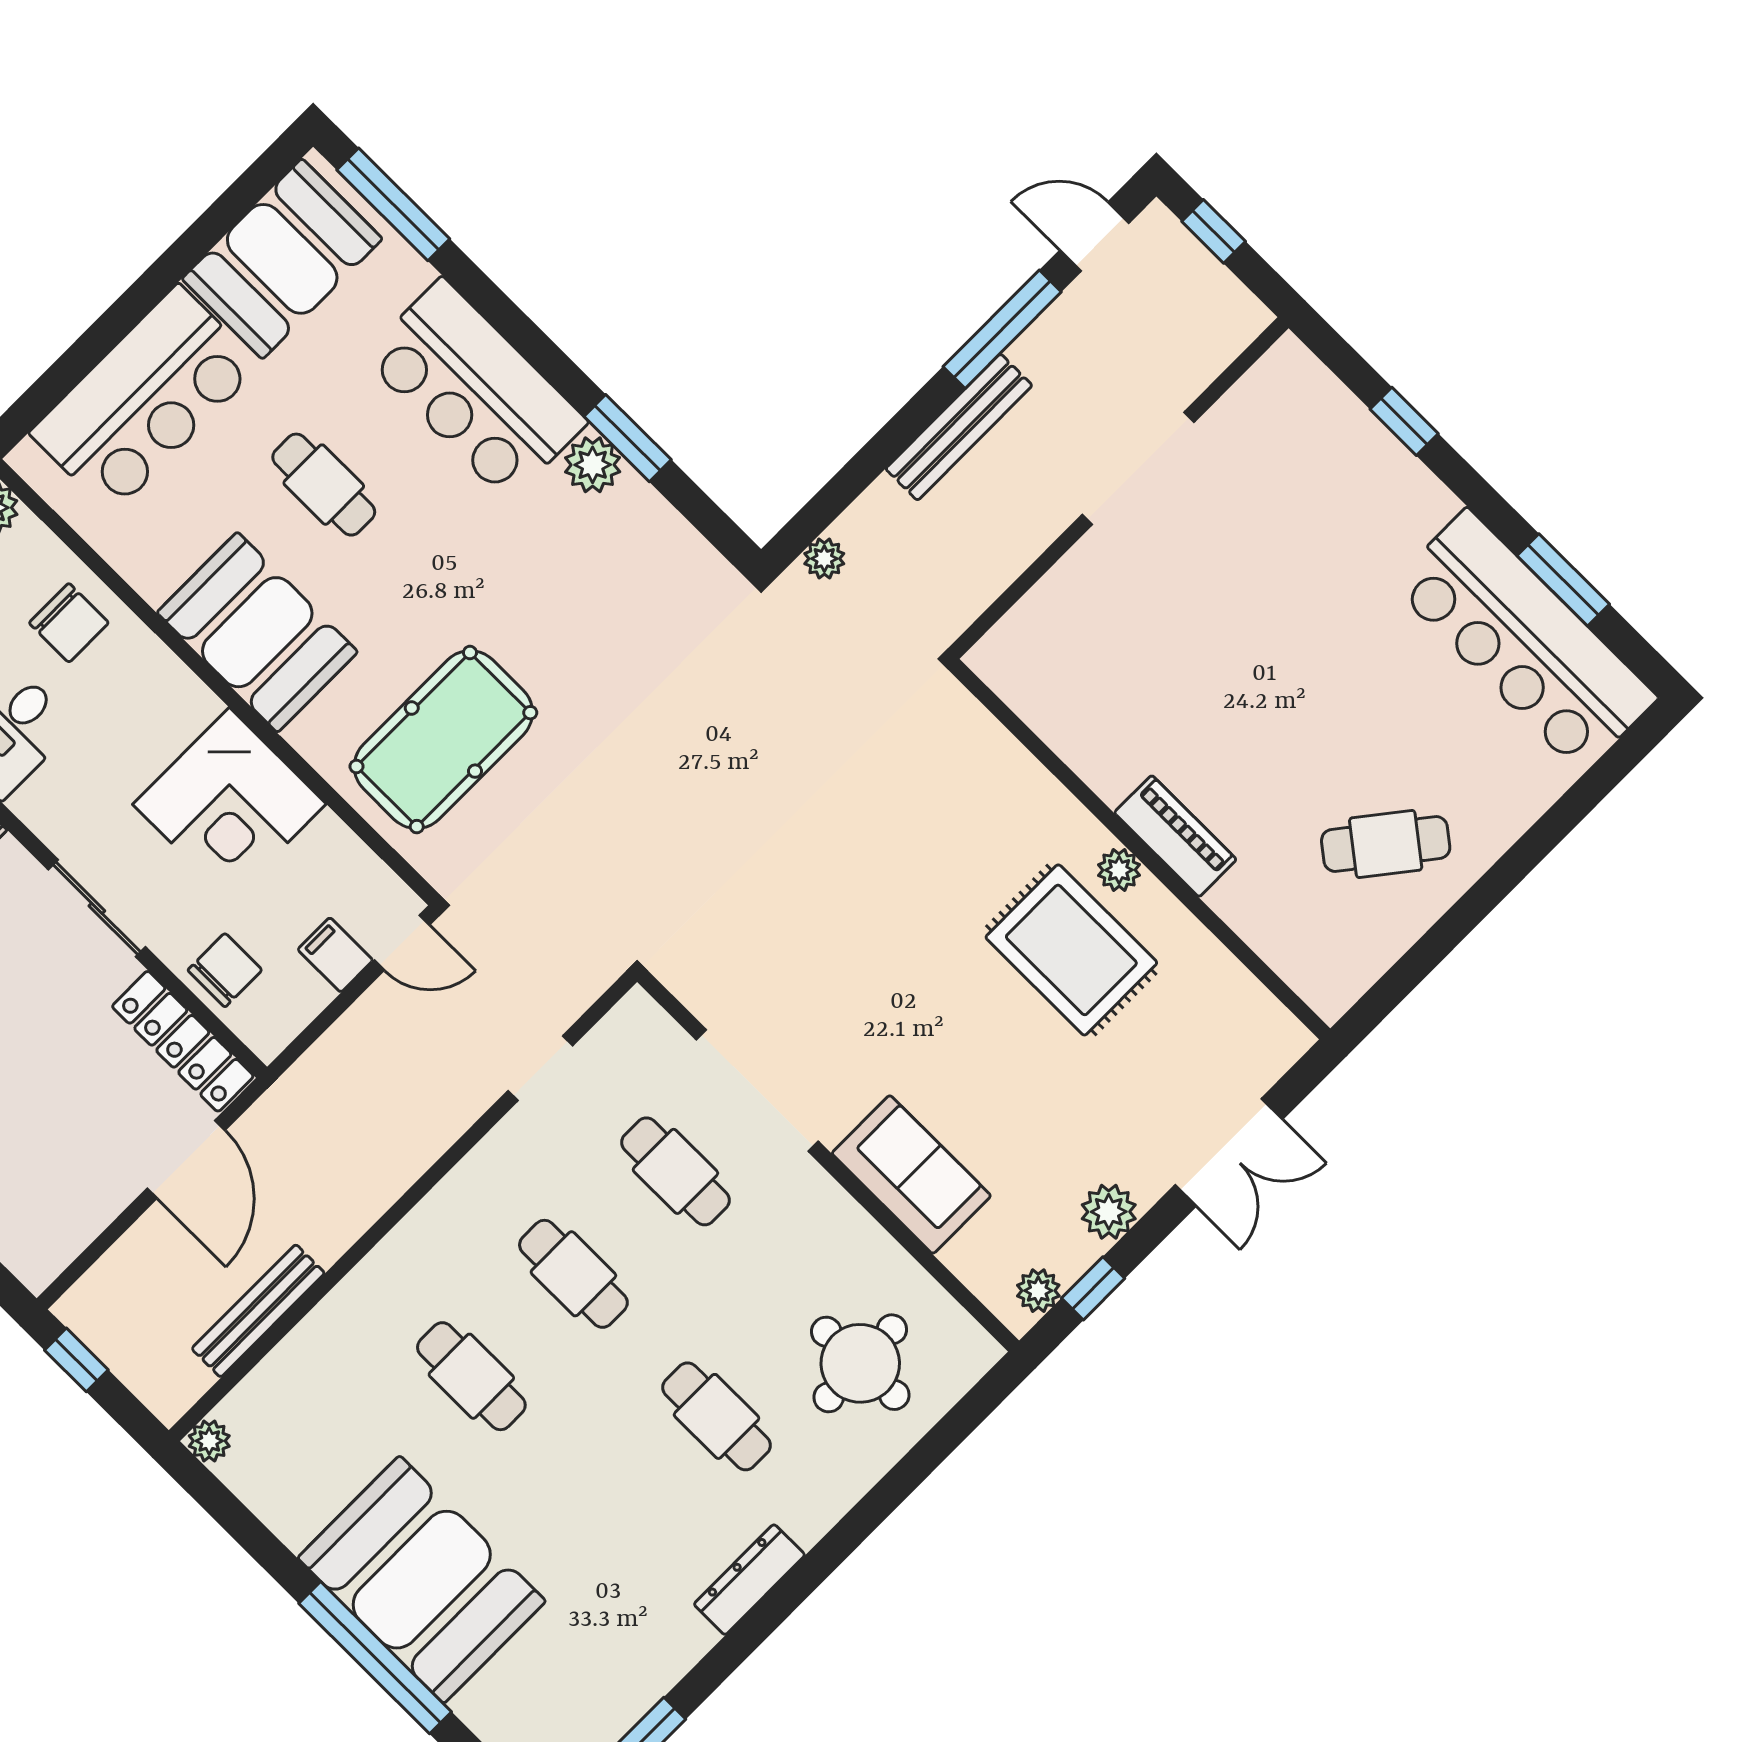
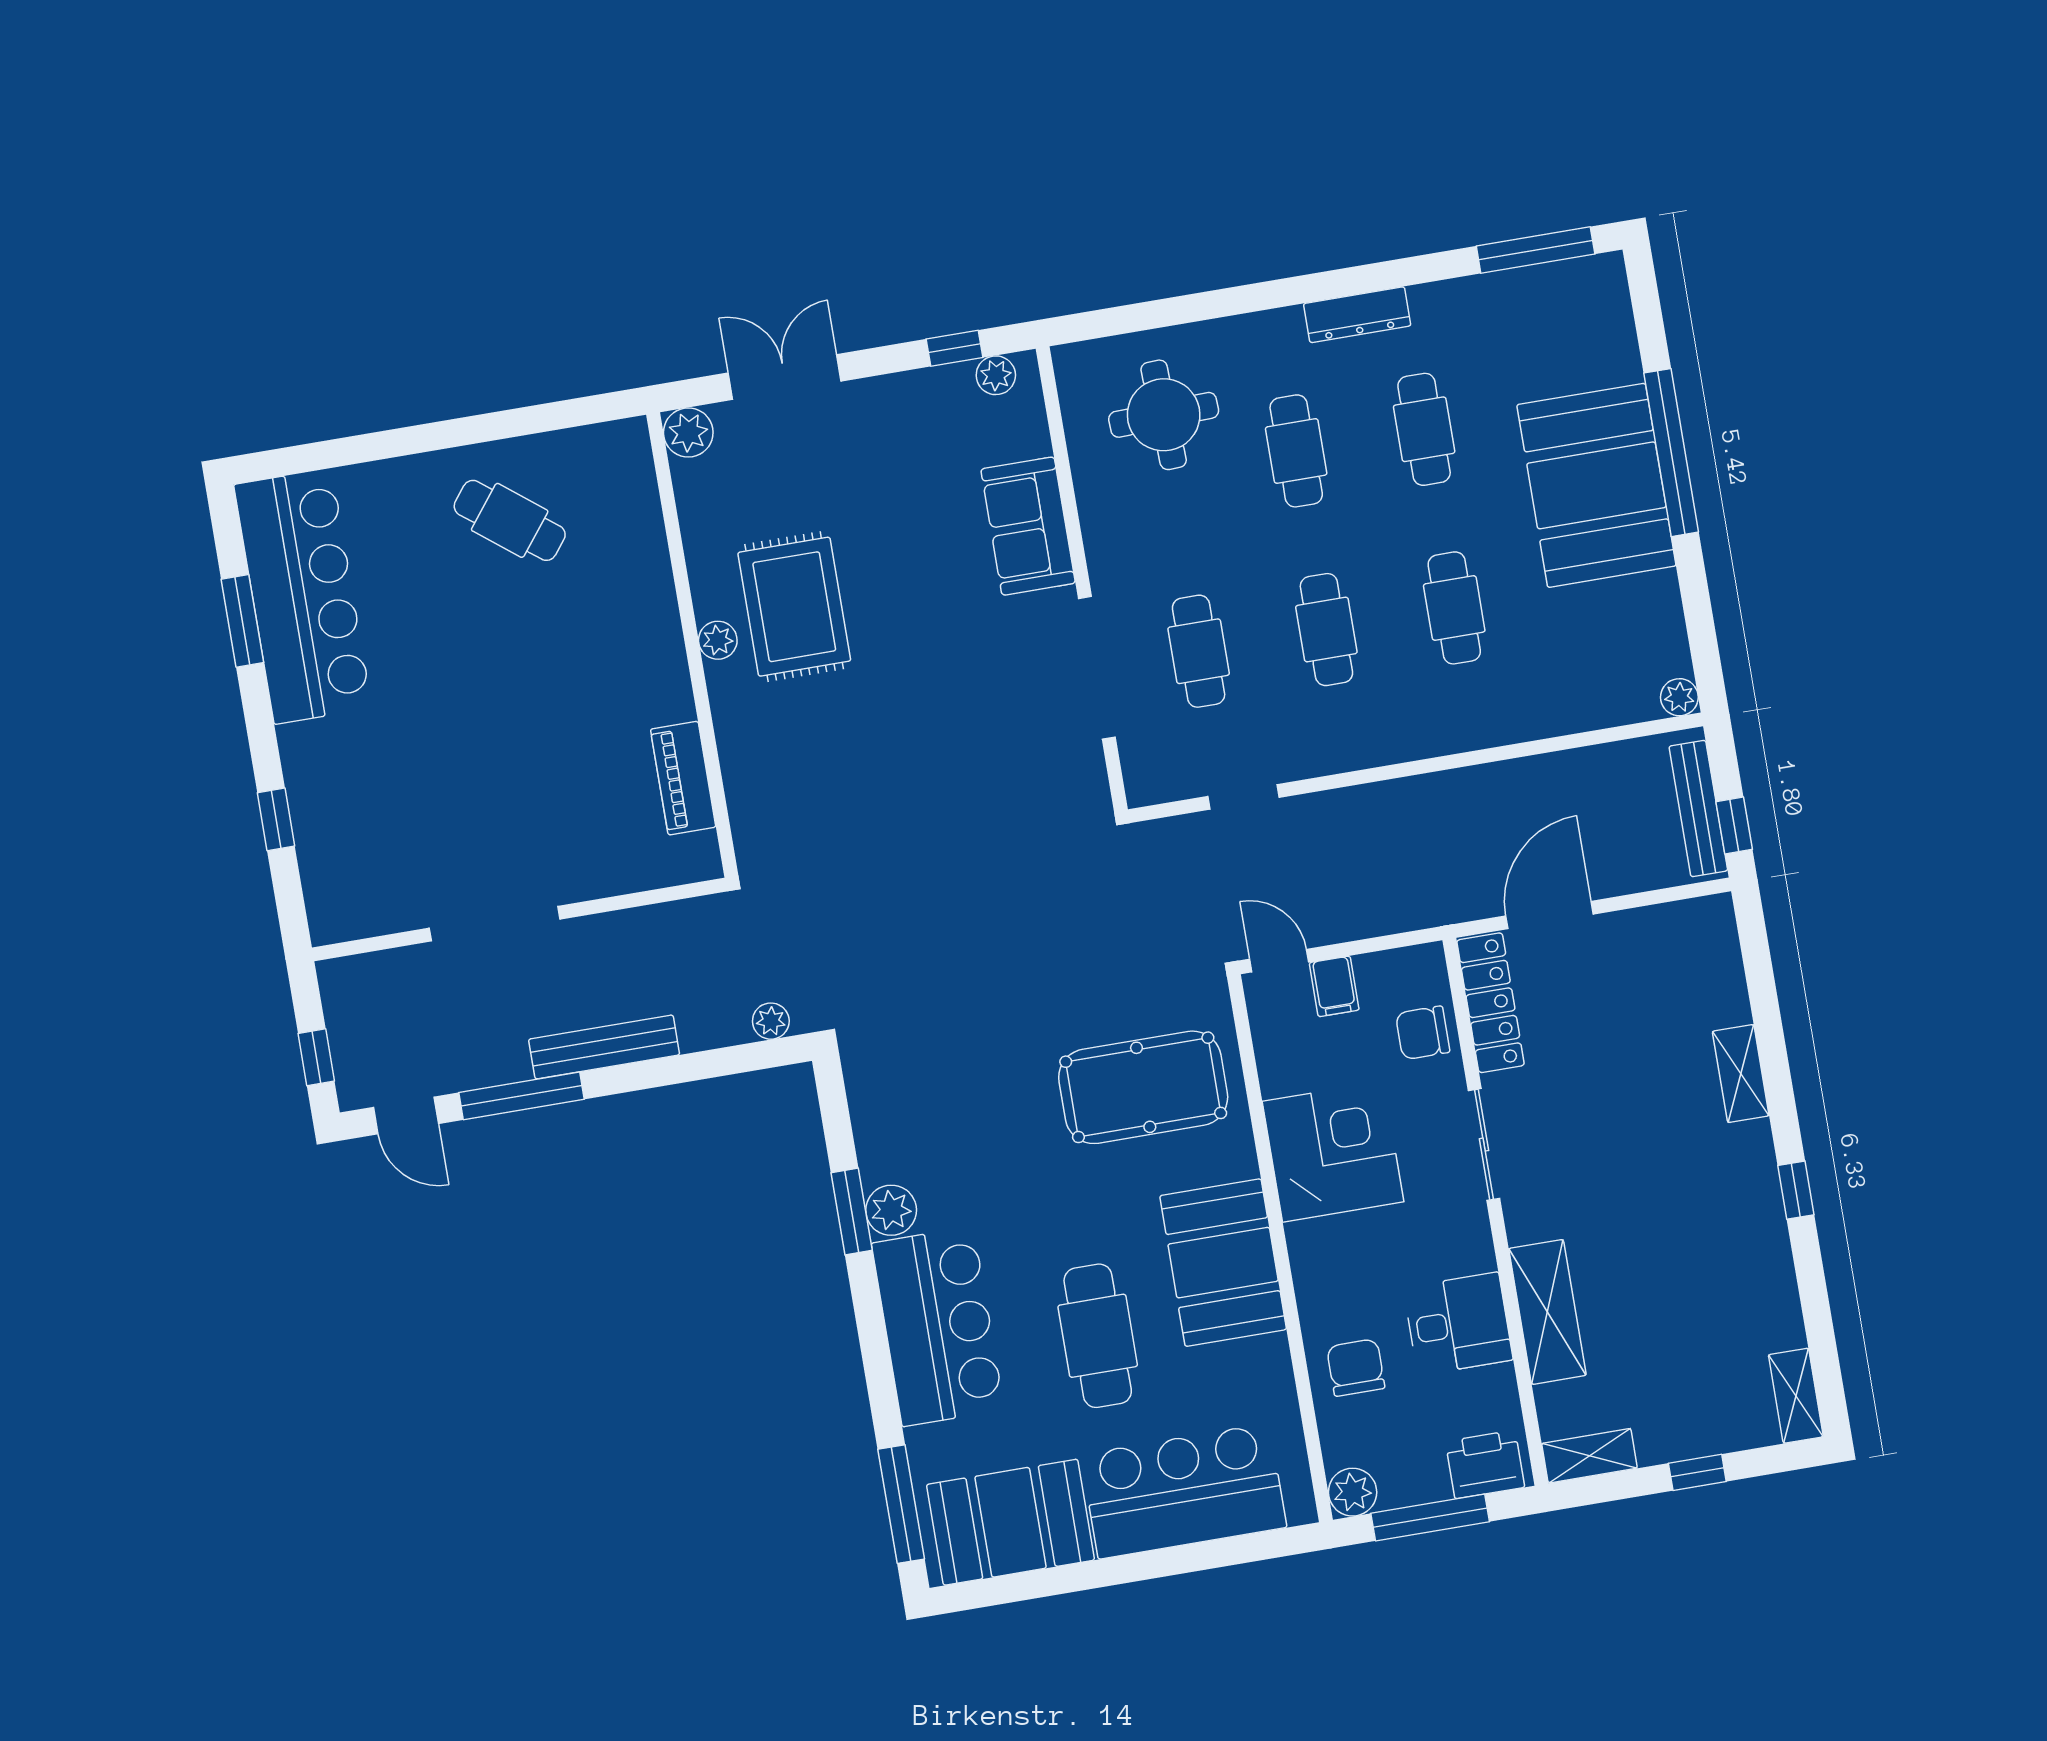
cafe table: (324, 485) -> (1098, 1336), width x1.37, depth x1.35
piano: (1175, 836) -> (683, 778), moved
plant: (1109, 1212) -> (688, 432), moved
bench: (258, 1311) -> (1698, 808), moved, turned 90
cafe table: (614, 1519) -> (1424, 429), added

